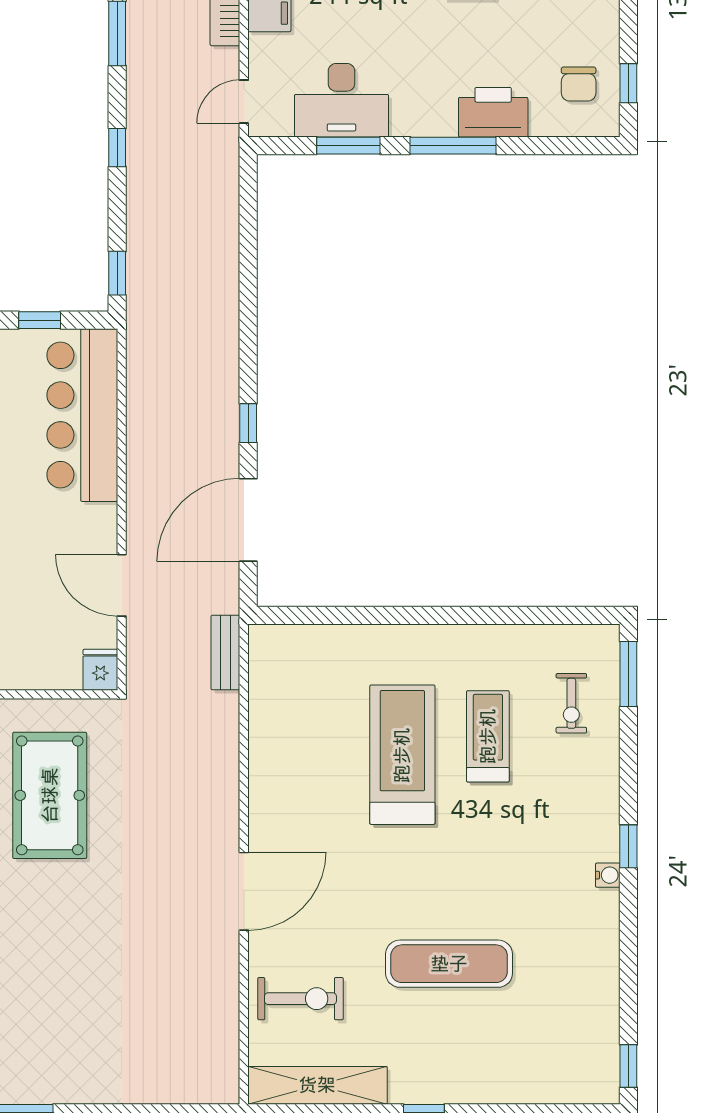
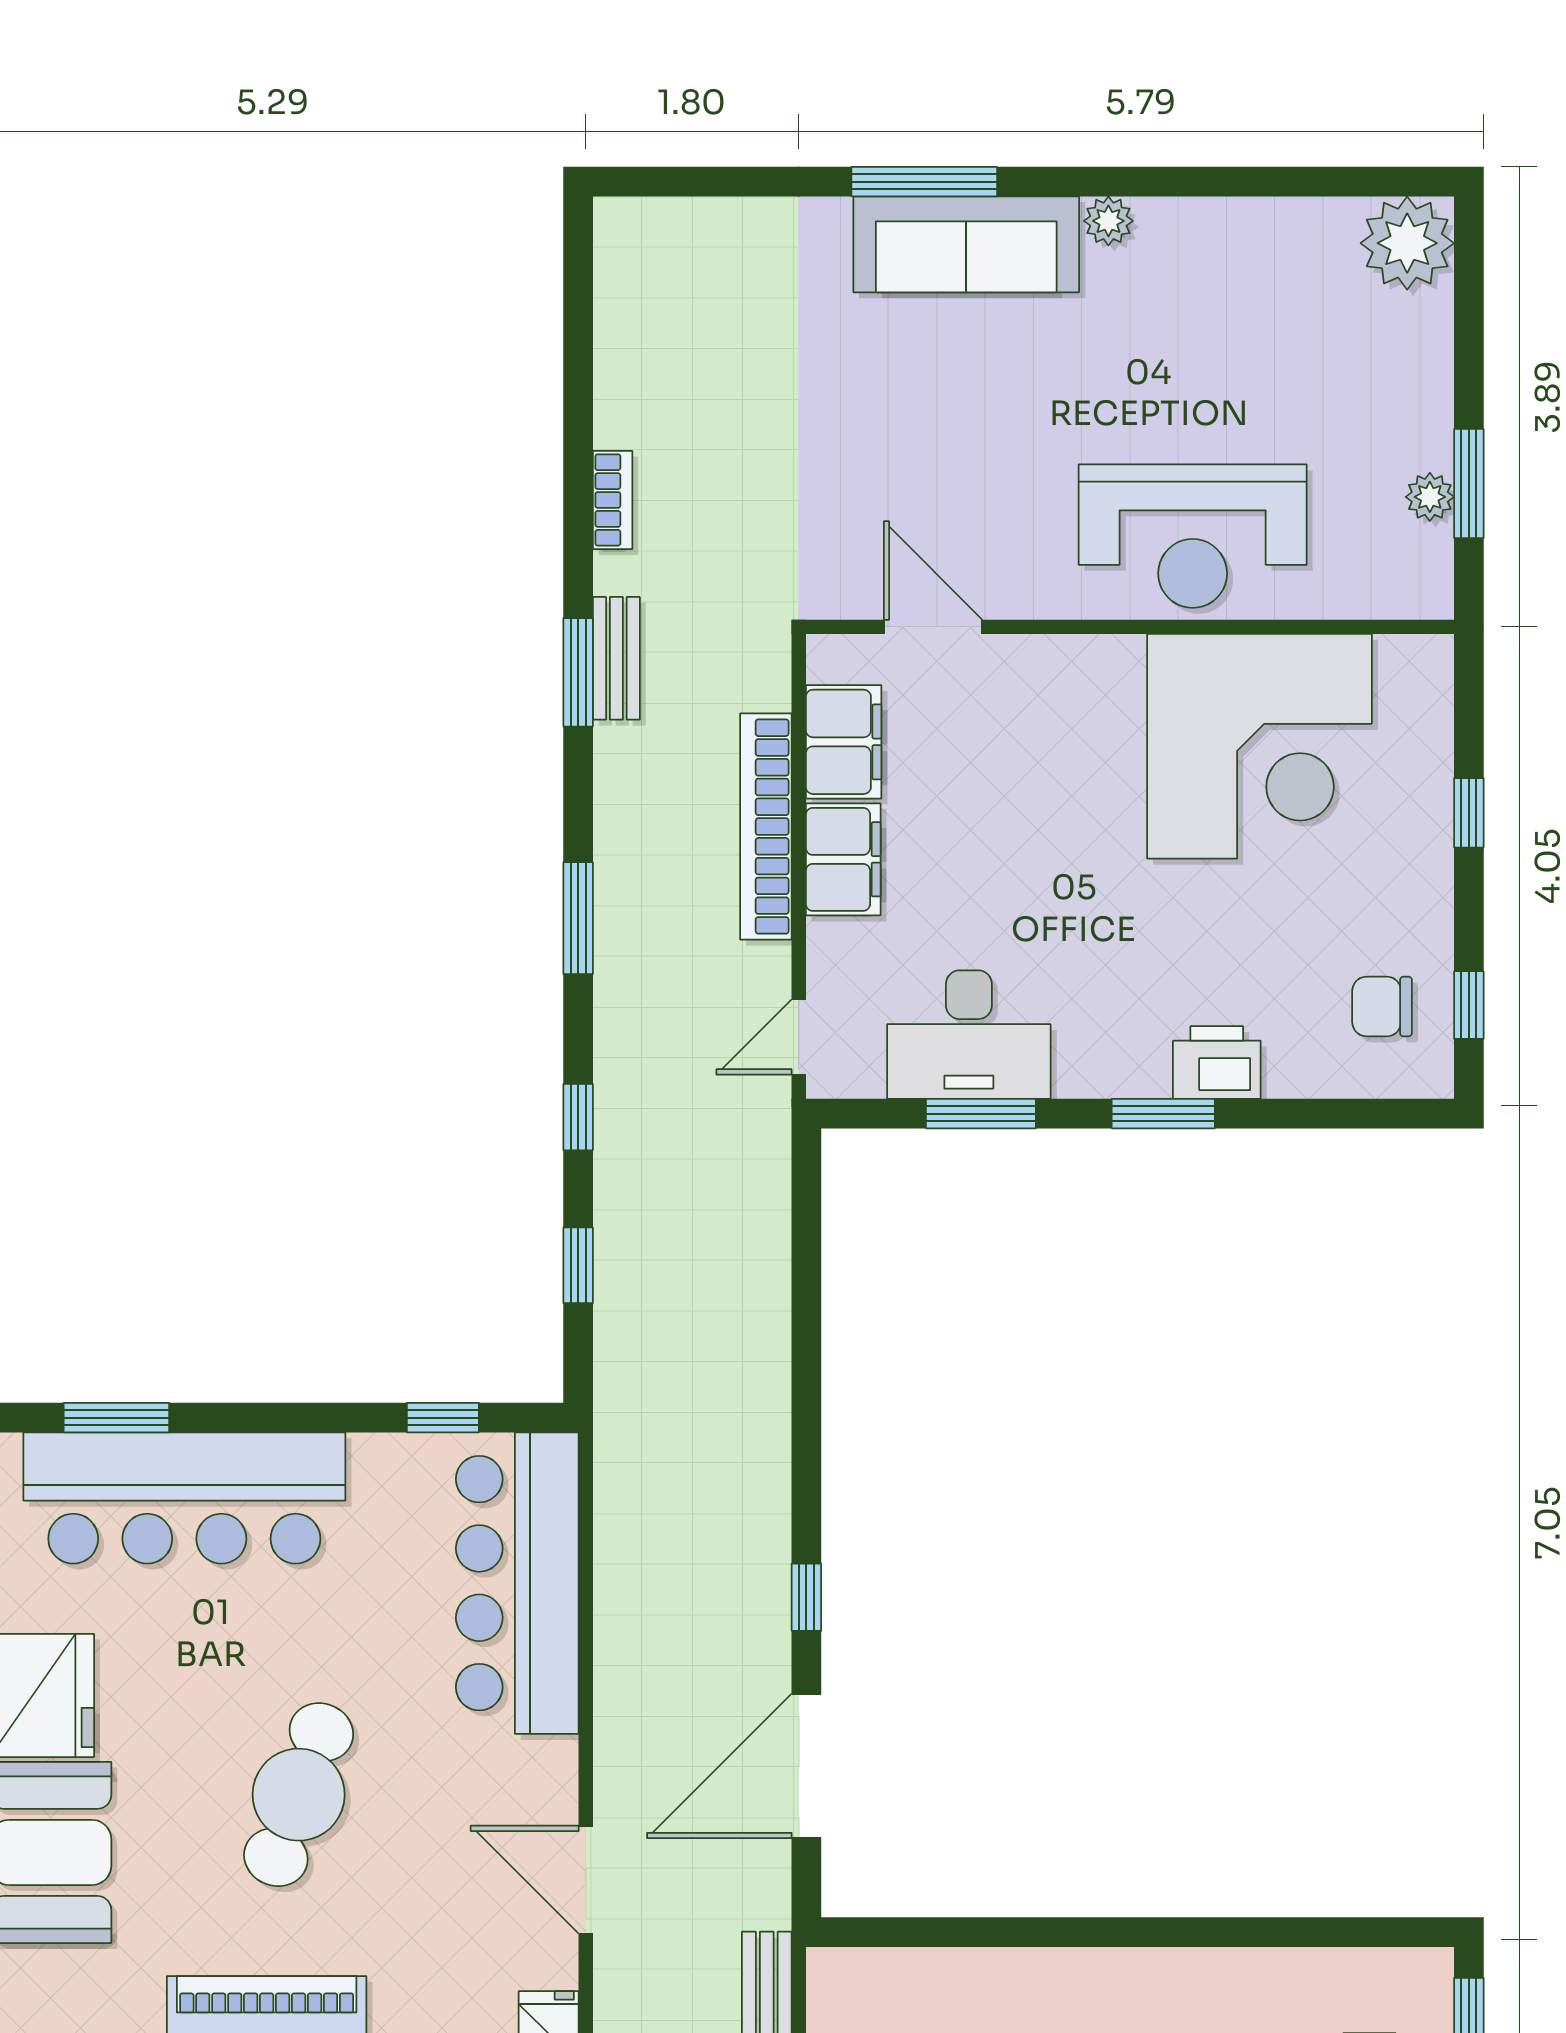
chair: (579, 84) -> (1382, 1006), turned 90
printer: (493, 112) -> (1217, 1063), width x0.73, depth x0.84
window: (453, 146) -> (1163, 1114), width x0.69
window: (117, 273) -> (578, 1265), moved

